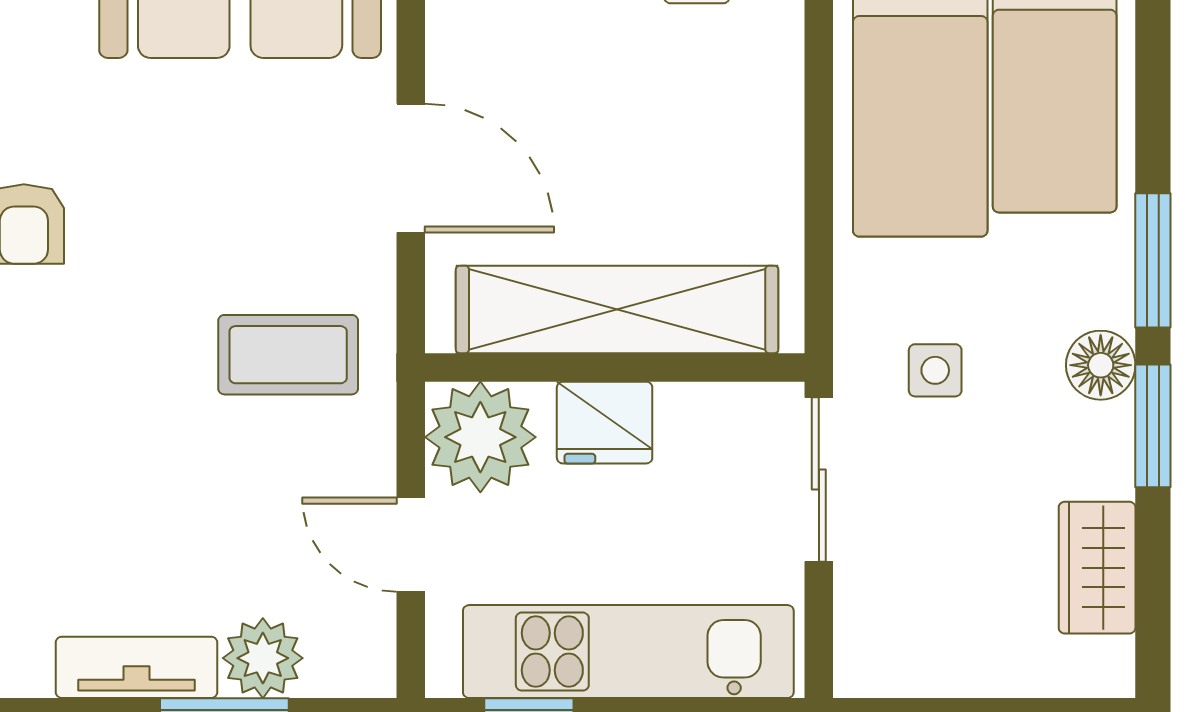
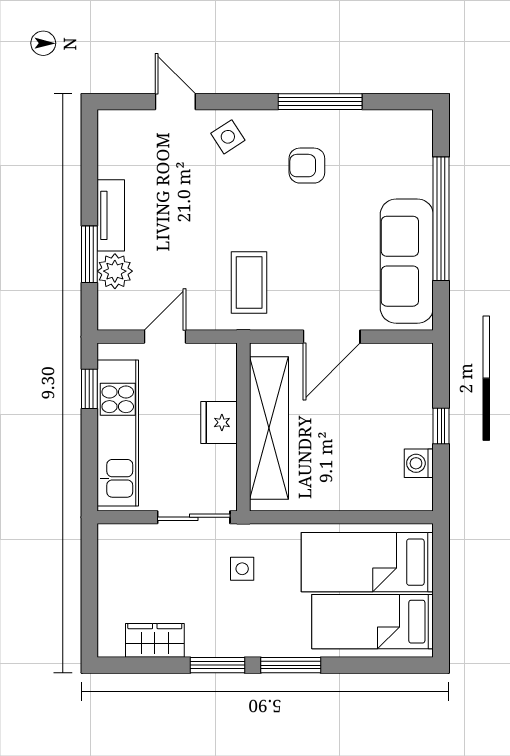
floor lamp: (1101, 365) -> (244, 642), removed
plant: (480, 437) -> (213, 367), removed

